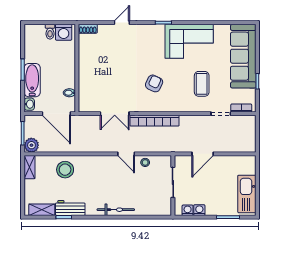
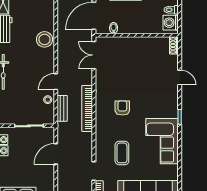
armchair: (154, 83) -> (122, 108), turned -115
coffee table: (202, 84) -> (122, 153), turned 90
double door: (115, 114) -> (94, 55), moved
bench: (154, 147) -> (62, 108), added
door: (203, 154) -> (56, 154), hinge flipped
stool: (65, 170) -> (44, 39), moved

